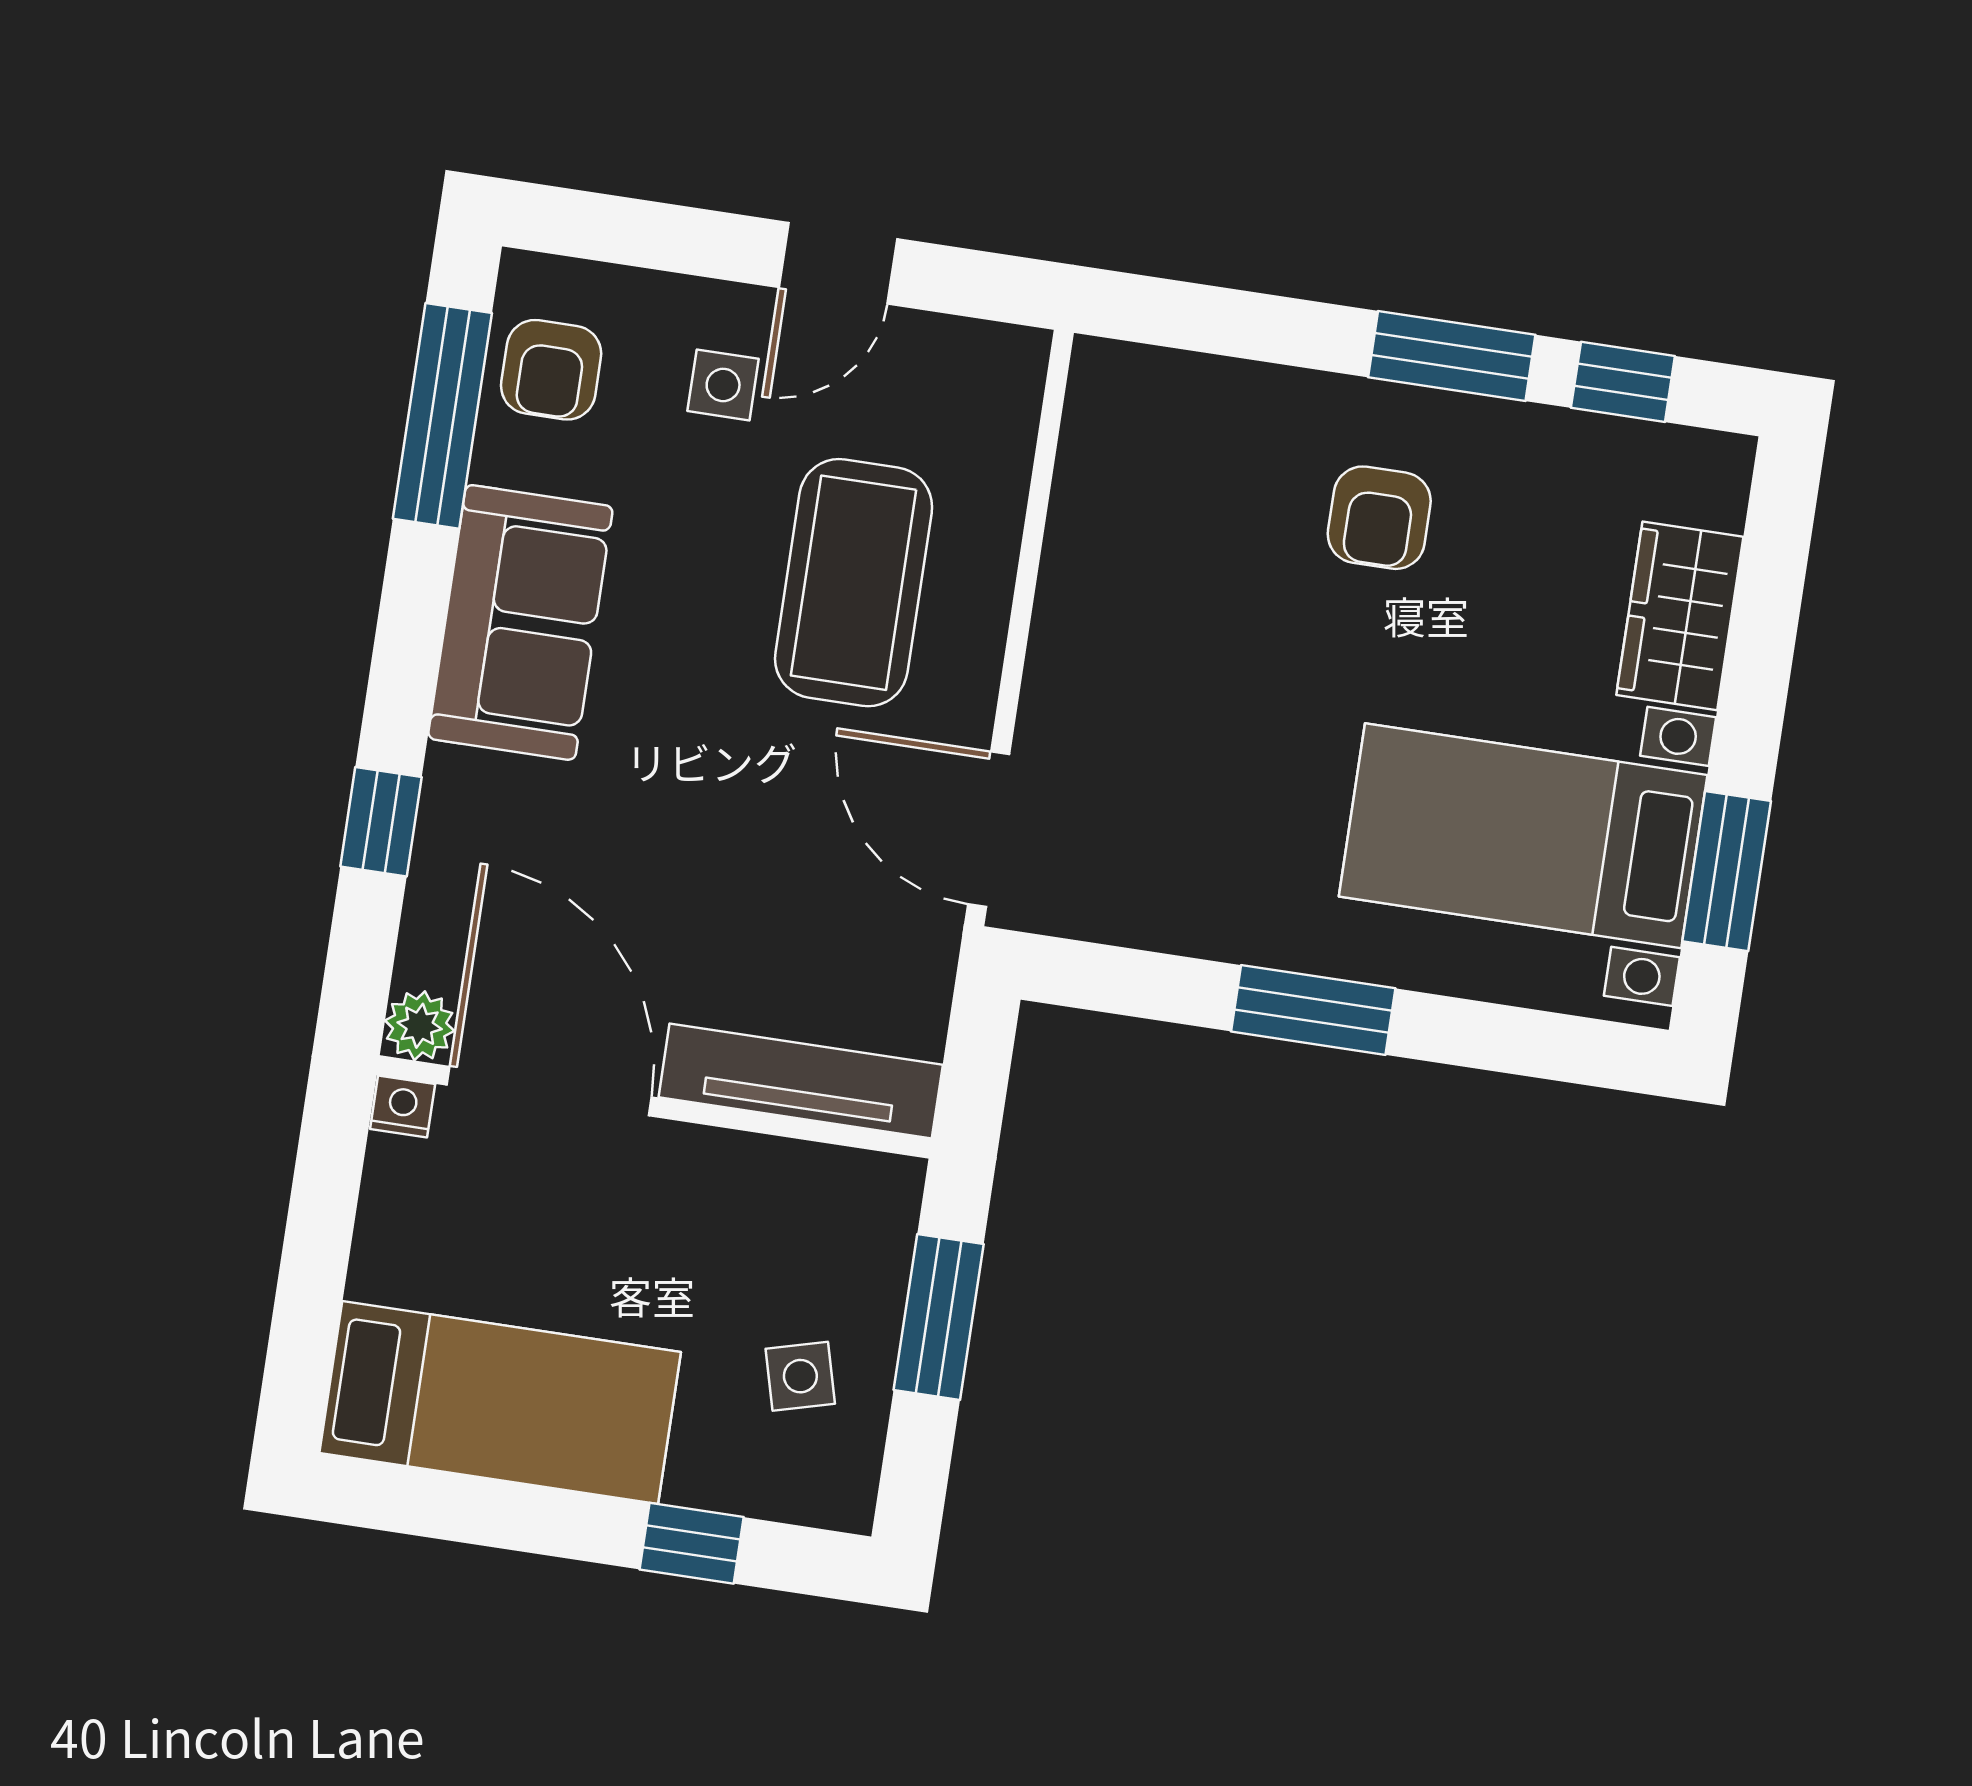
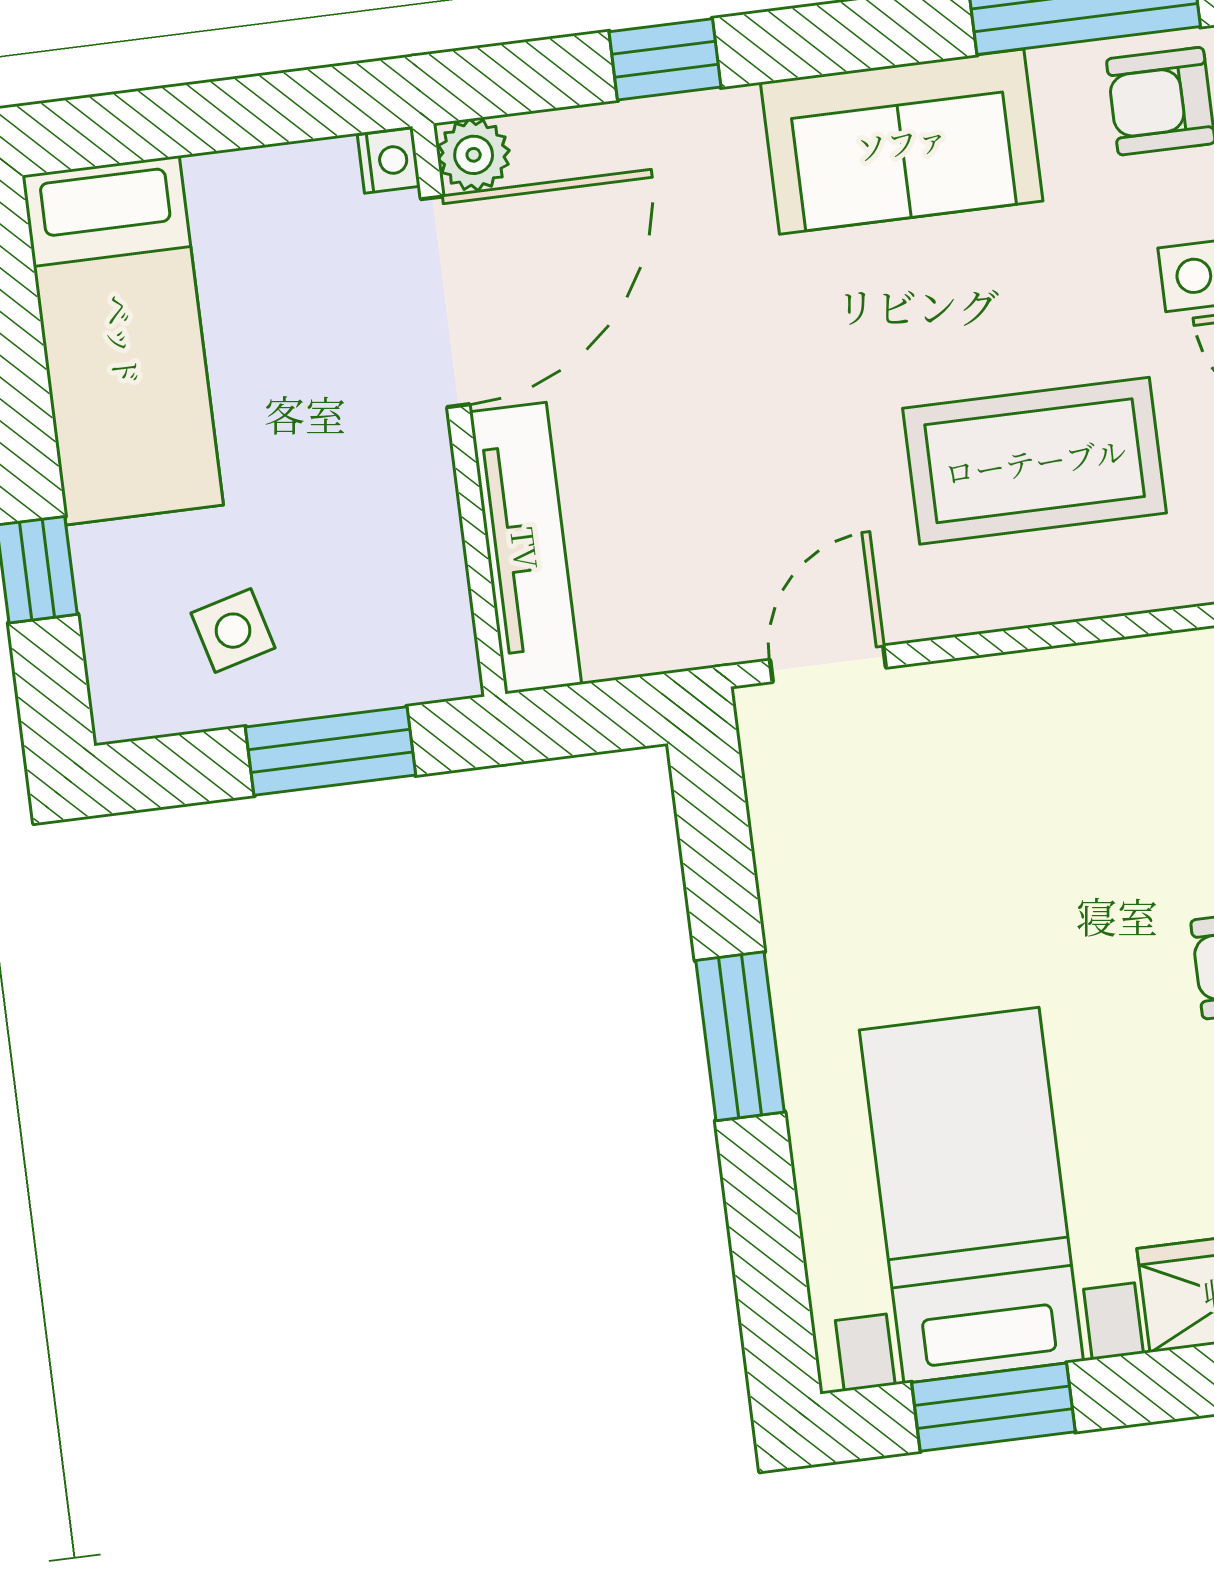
door: (989, 829) -> (828, 664), width x0.73

